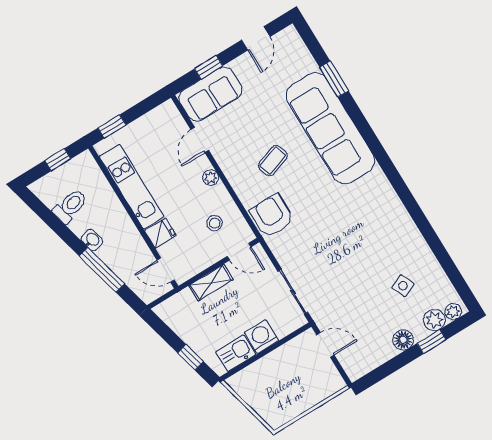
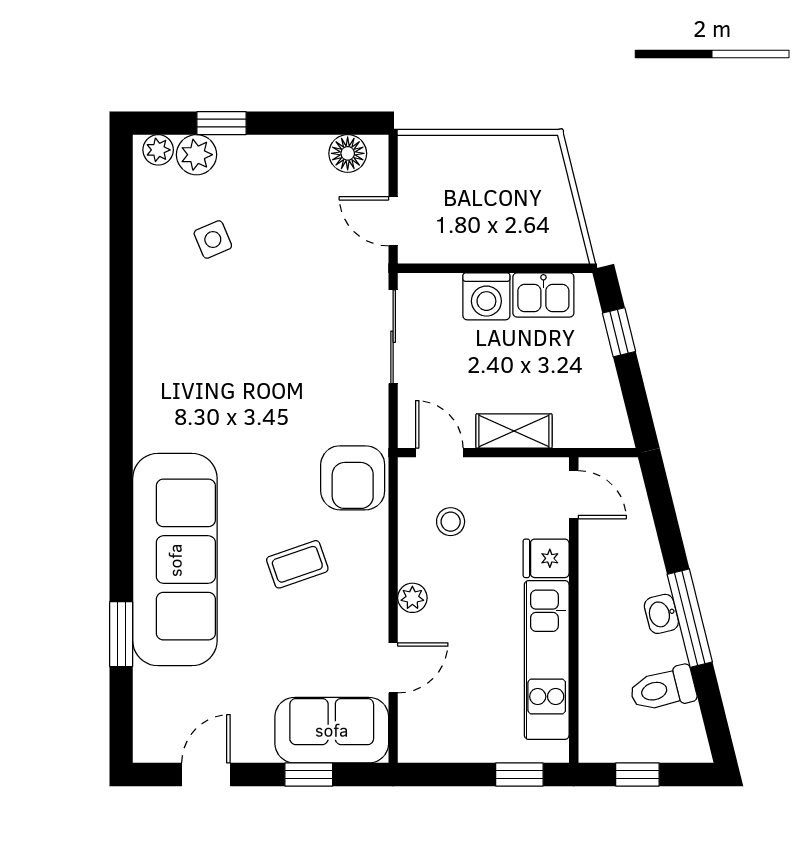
window: (102, 270) -> (690, 618), moved
floor lamp: (403, 340) -> (348, 153), moved

